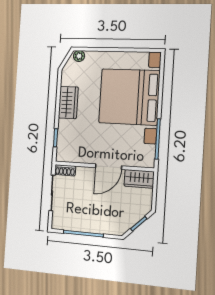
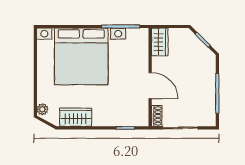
wardrobe: (68, 102) -> (76, 117), moved
door: (108, 167) -> (150, 86), moved

